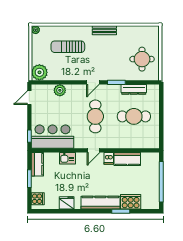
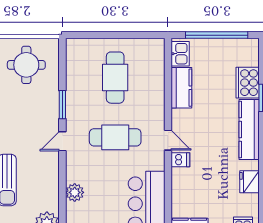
door: (93, 82) -> (62, 141), swing flipped
dresser: (134, 89) -> (73, 78), removed
kitchen sink: (67, 158) -> (180, 54), moved
dishwasher: (109, 158) -> (180, 160), moved

